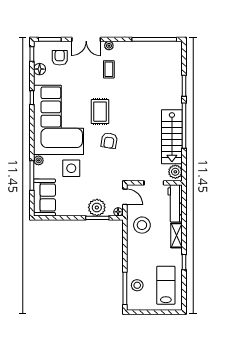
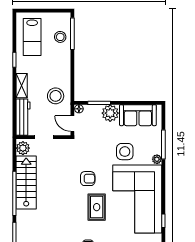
armchair: (109, 141) -> (88, 179), turned 81
sofa: (45, 197) -> (138, 115), moved, turned -90
plant: (97, 207) -> (110, 113), moved

